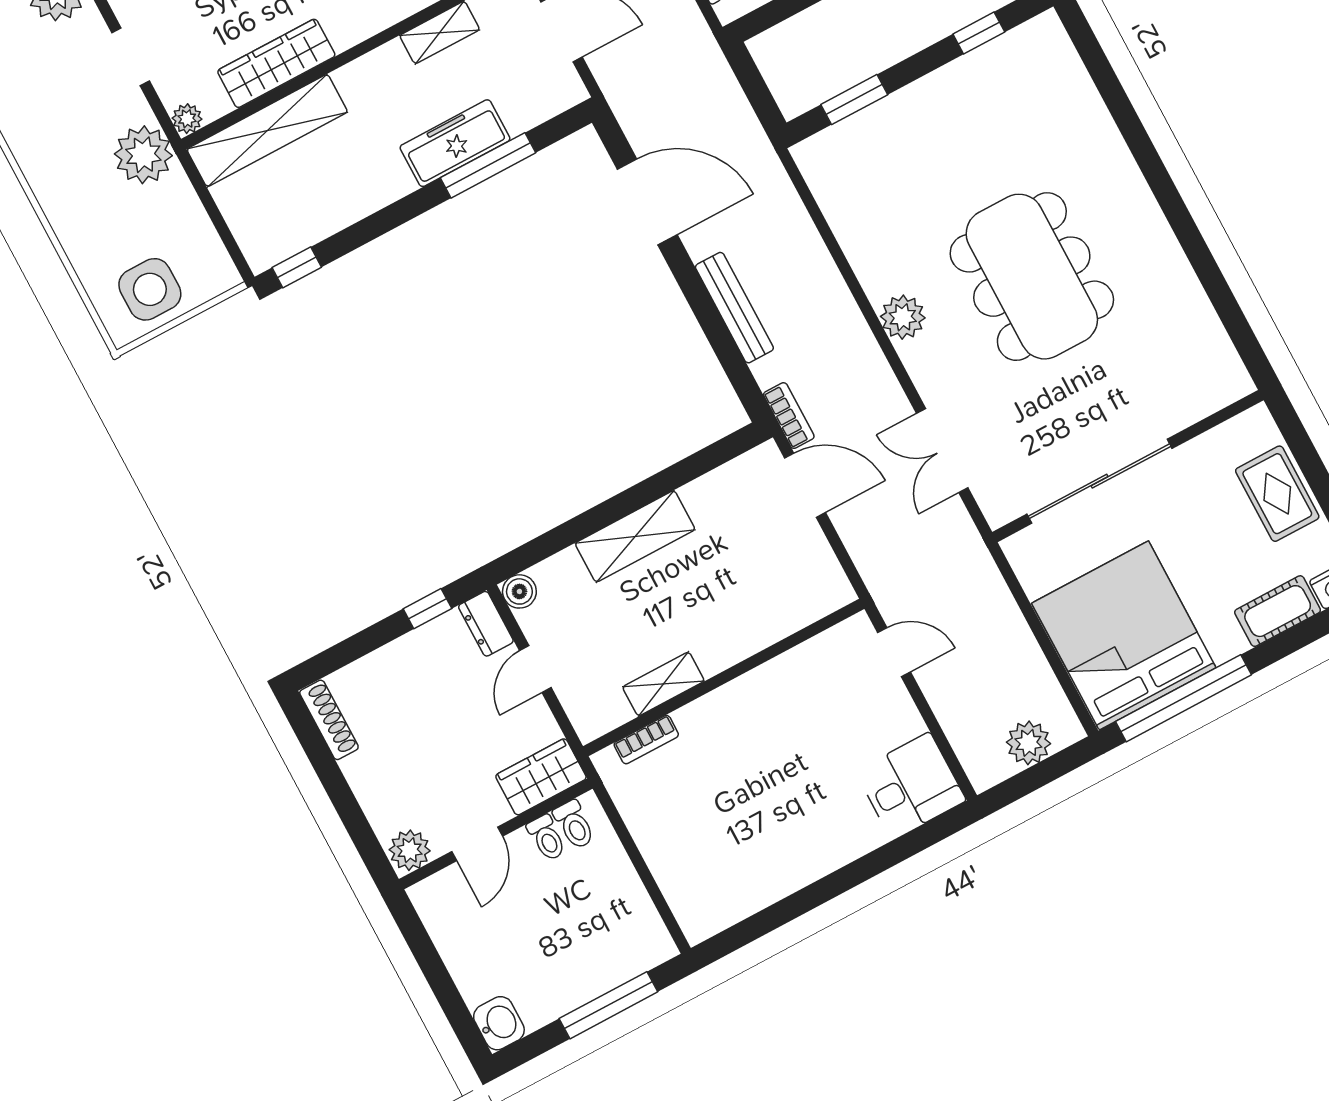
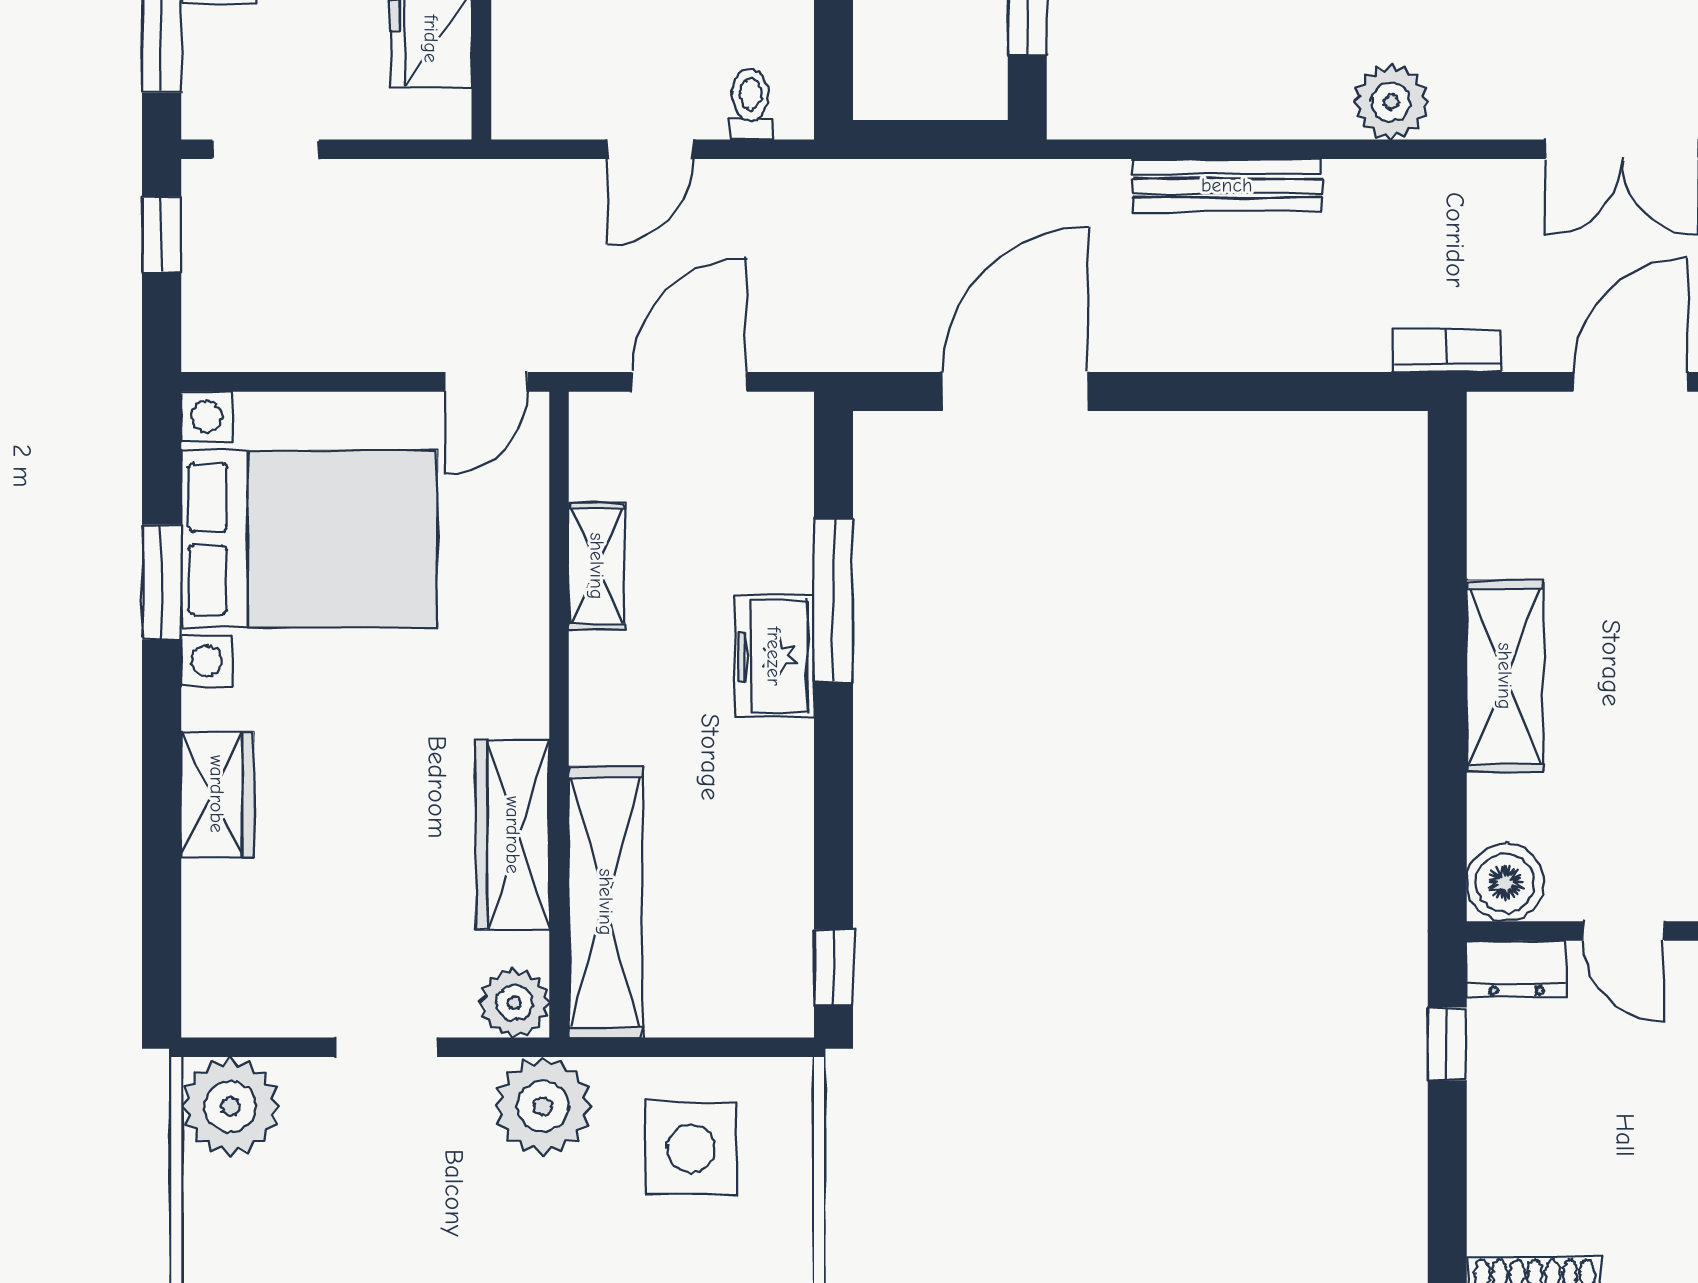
plant: (187, 119) -> (514, 1003), width x1.38, depth x1.38
freezer: (455, 143) -> (774, 656), width x0.71
side table: (150, 289) -> (691, 1149), moved
bench: (734, 308) -> (1227, 185), moved
door: (805, 485) -> (1630, 382), moved
boiler: (519, 591) -> (1505, 883), width x1.36, depth x1.36

